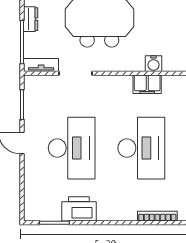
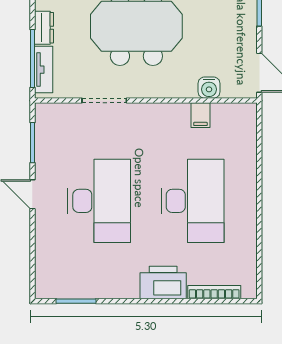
tv unit: (41, 65) -> (44, 70), moved, turned 90
filing cabinet: (147, 84) -> (200, 115), width x0.50
printer: (79, 209) -> (163, 283), moved

